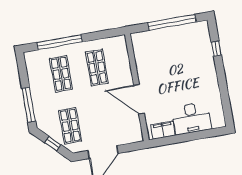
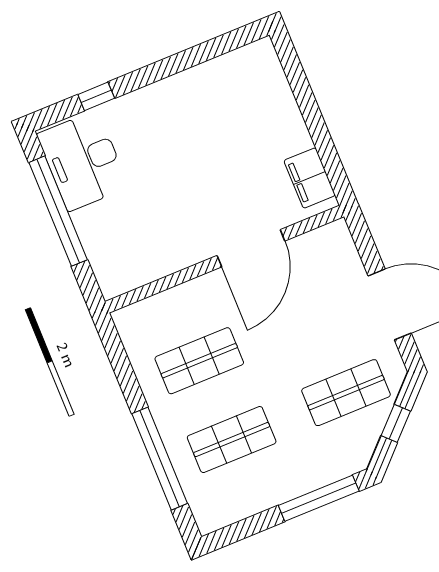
desk: (192, 118) -> (83, 161), moved, turned 180

